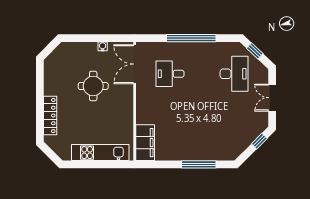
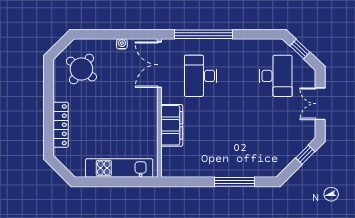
window: (191, 38) -> (203, 34), moved
desk: (170, 74) -> (201, 76), width x1.37
round table: (93, 86) -> (81, 69), moved, turned 36
filing cabinet: (145, 143) -> (172, 125), moved

